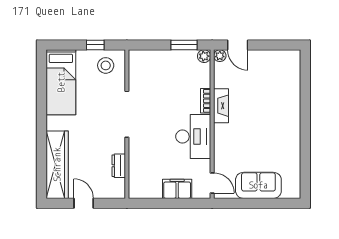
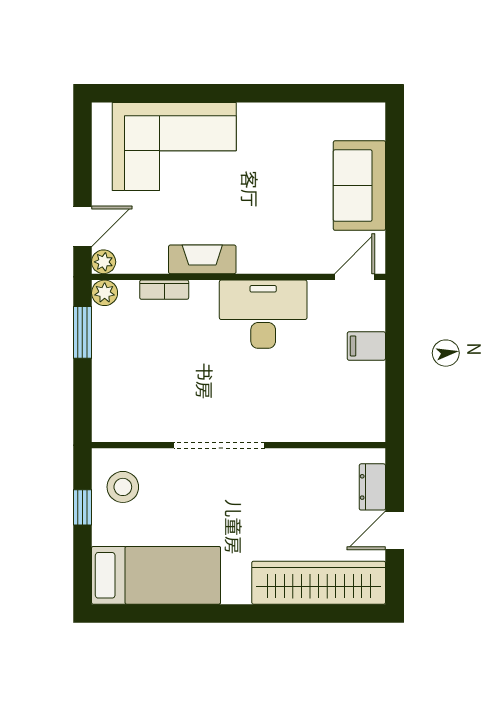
corner sofa: (278, 91) -> (174, 147), added
bookcase: (206, 101) -> (164, 290), moved
dresser: (119, 166) -> (372, 487), moved, turned 90
filing cabinet: (177, 189) -> (366, 346), width x0.50

